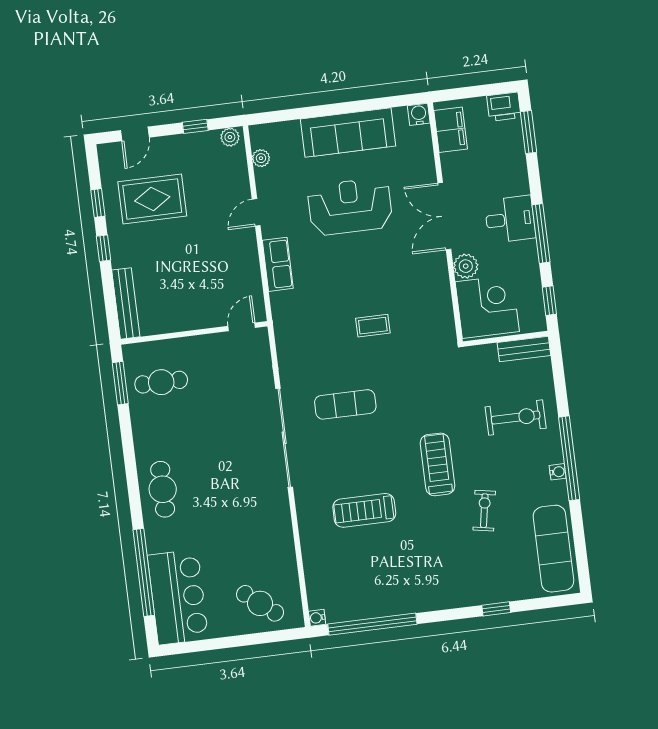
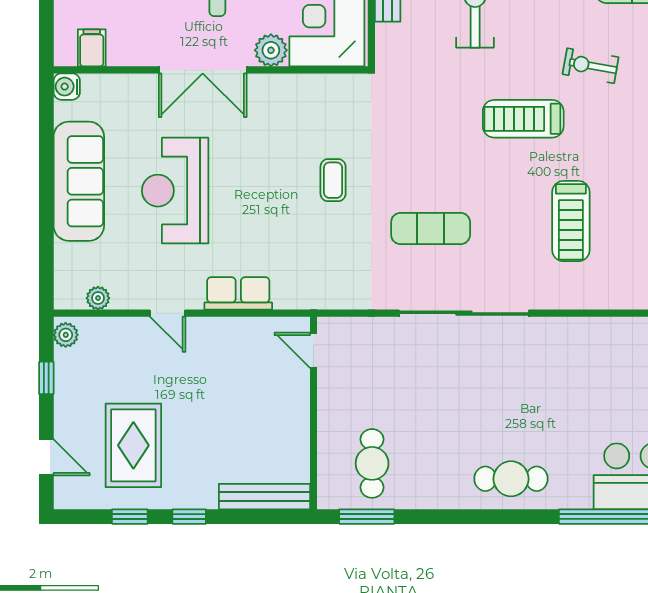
filing cabinet: (451, 130) -> (92, 48), width x0.50
exercise mat: (345, 404) -> (431, 229), turned 90

